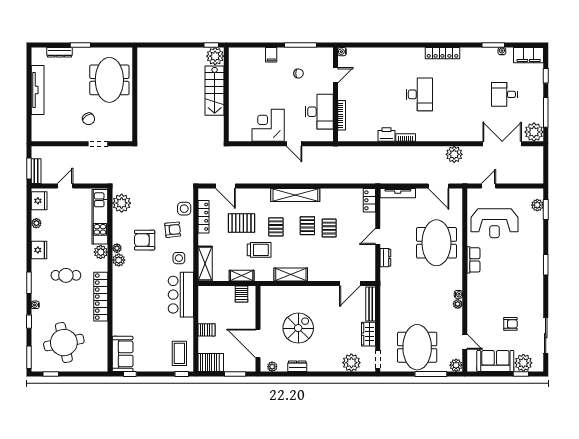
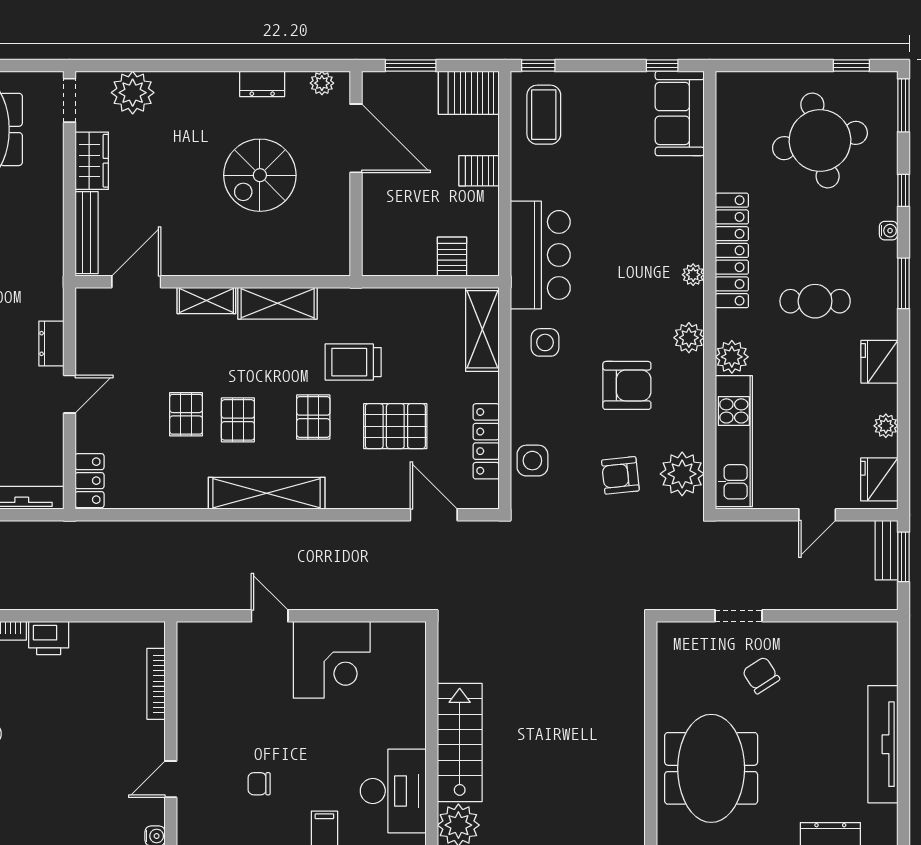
desk: (319, 112) -> (393, 791), moved, turned 180
armchair: (173, 230) -> (620, 475), moved
plant: (117, 248) -> (693, 275), moved
shelving: (242, 276) -> (206, 301), moved
server rack: (241, 294) -> (452, 257), moved

